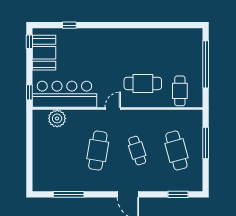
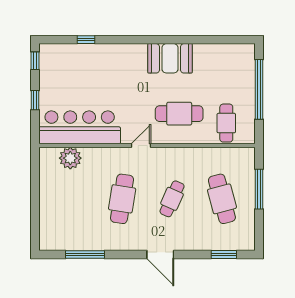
booth: (44, 53) -> (170, 58), moved, turned 90
window: (29, 92) -> (35, 100), moved
cafe table: (137, 151) -> (172, 199), turned 42

